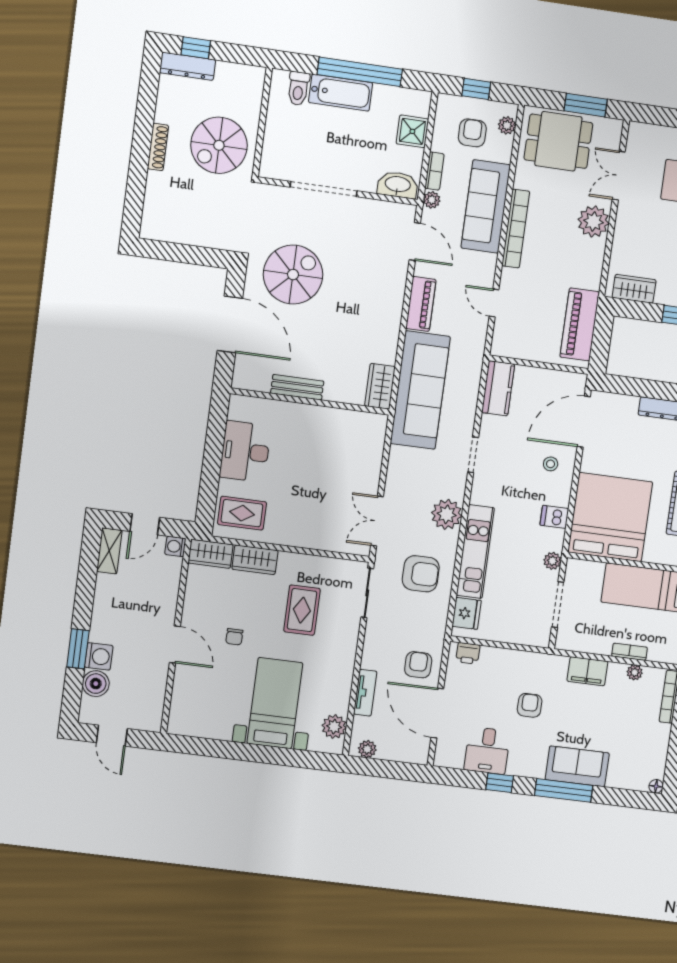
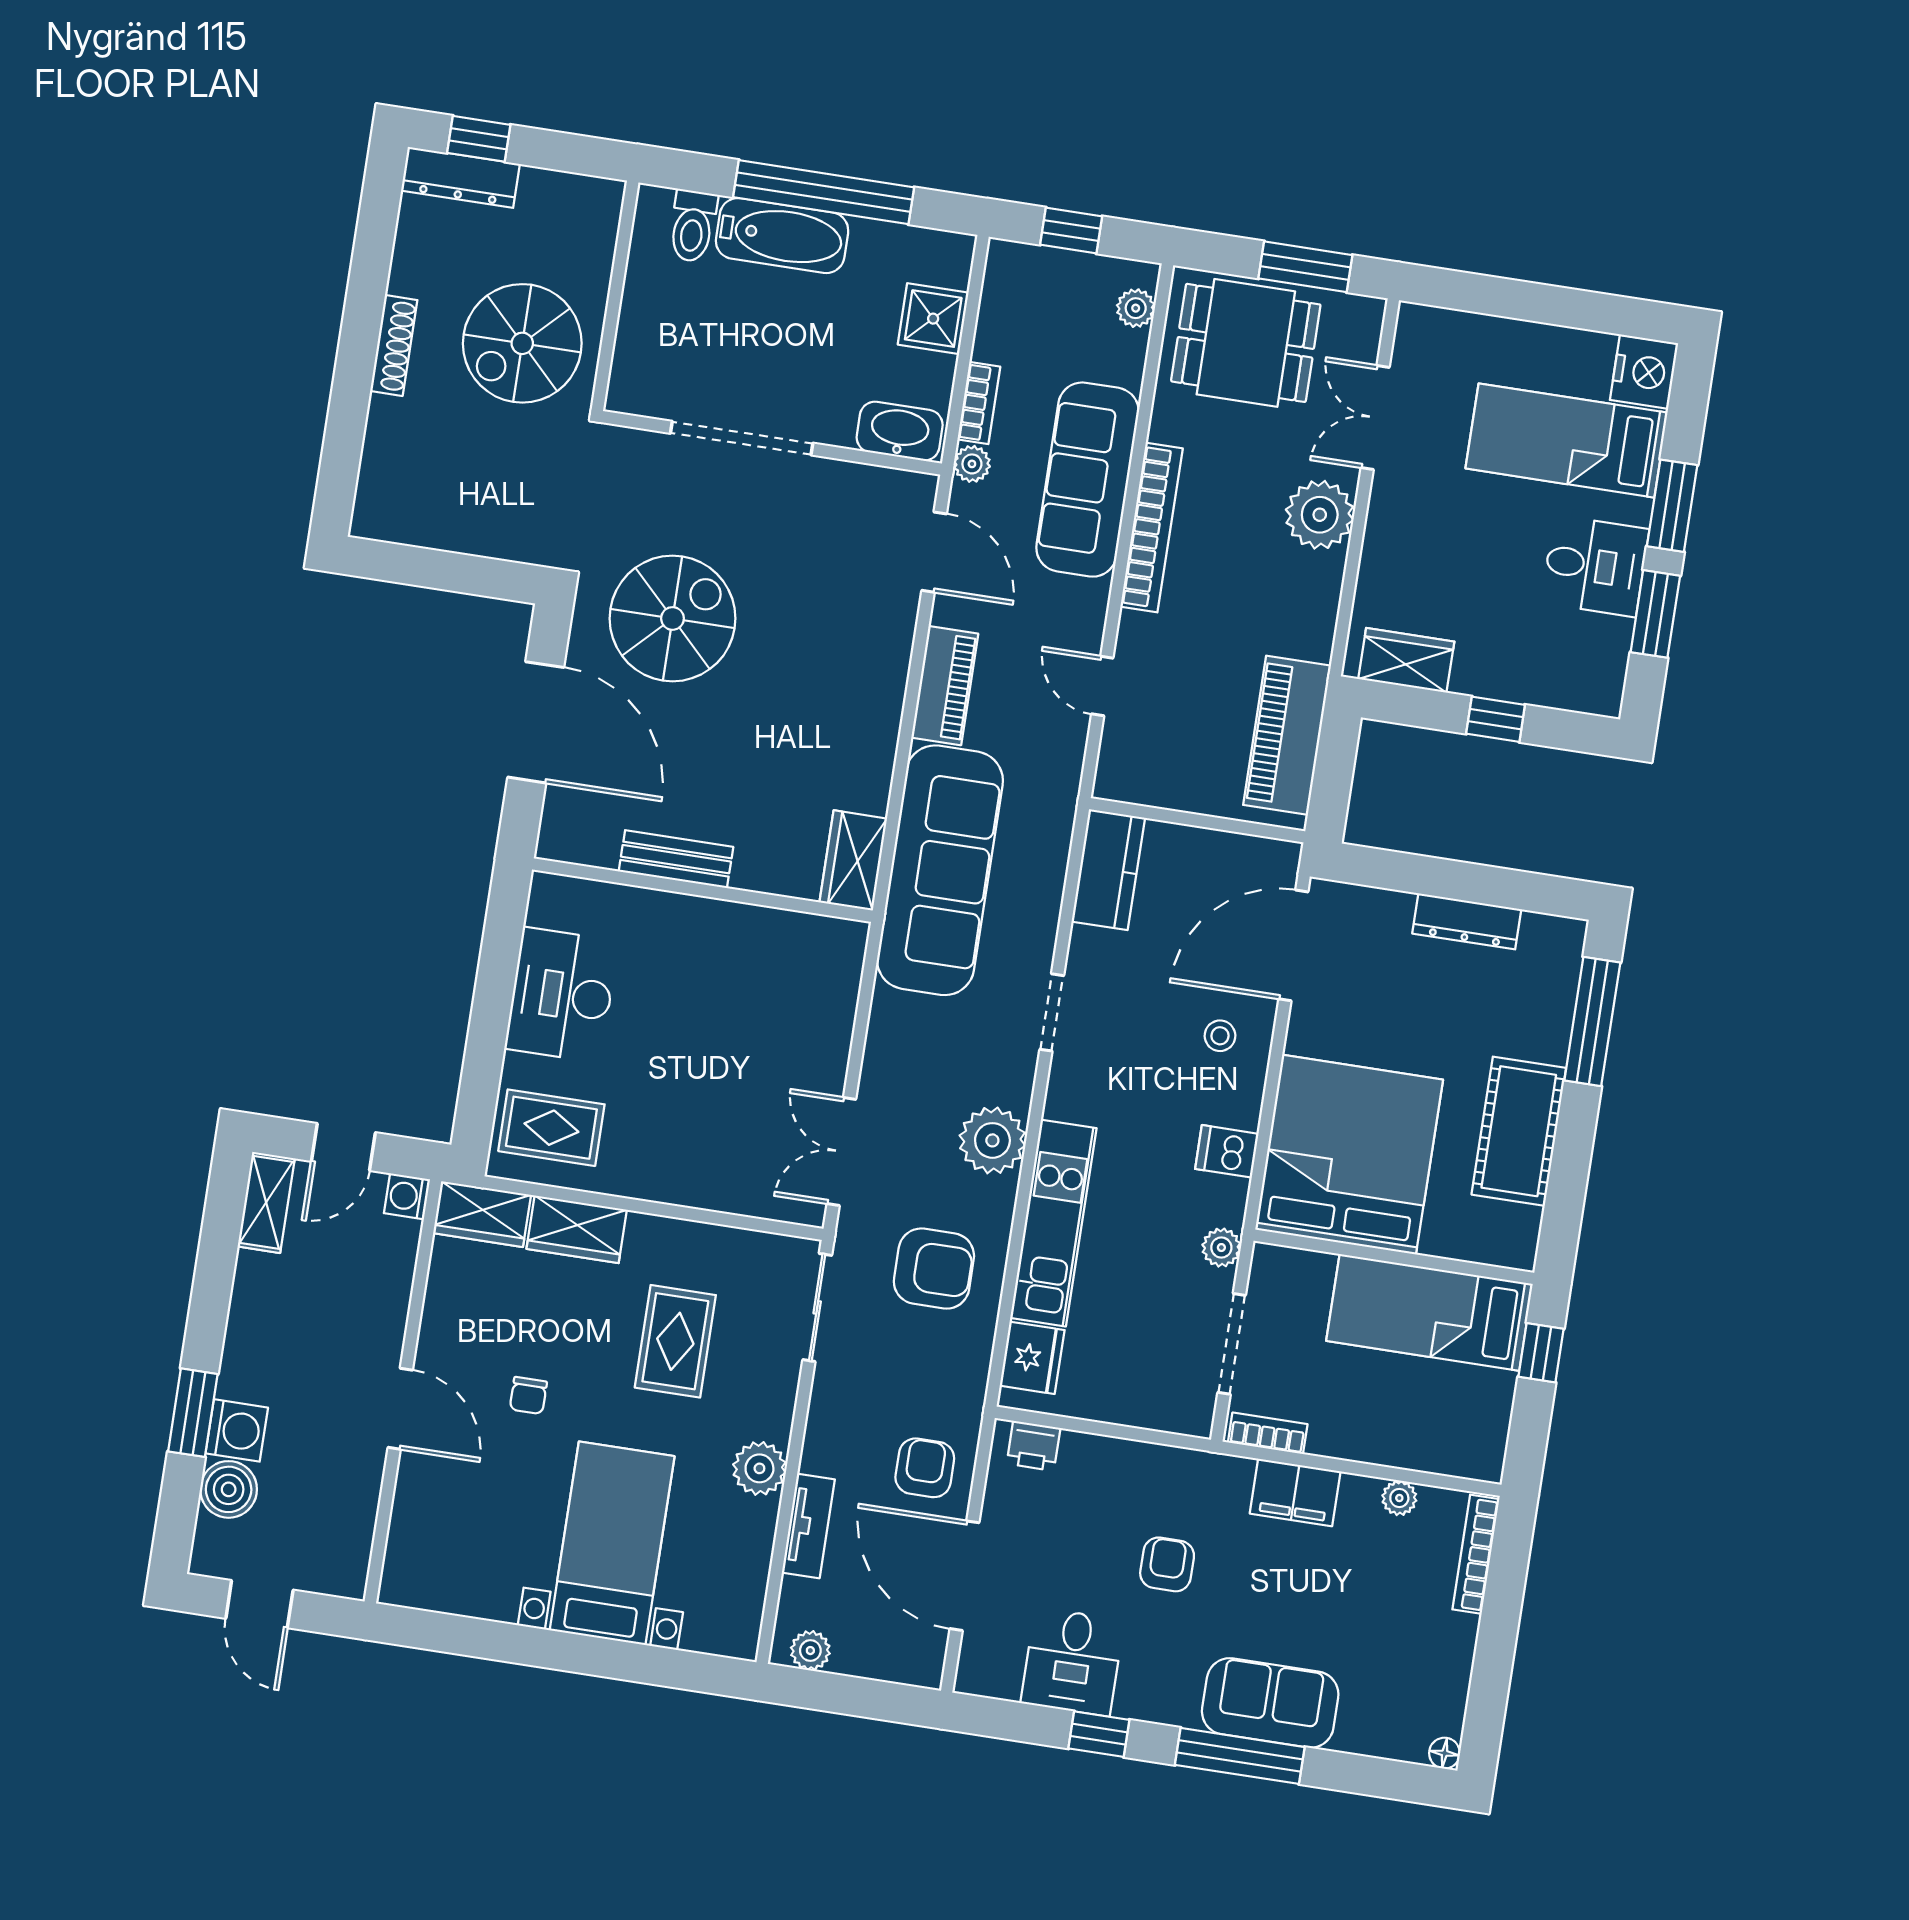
armchair: (472, 133) -> (1061, 323), removed
bookcase: (630, 652) -> (1268, 1433), moved
plant: (334, 727) -> (759, 1468), moved

